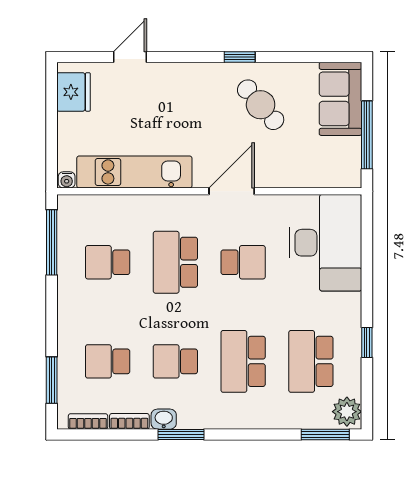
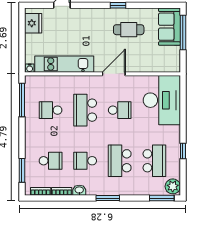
cafe table: (261, 105) -> (129, 30), turned -49
window: (367, 135) -> (183, 33), moved
school desk: (108, 361) -> (51, 161), turned 180
school desk: (311, 361) -> (154, 161), turned 180
window: (181, 434) -> (108, 198), moved

